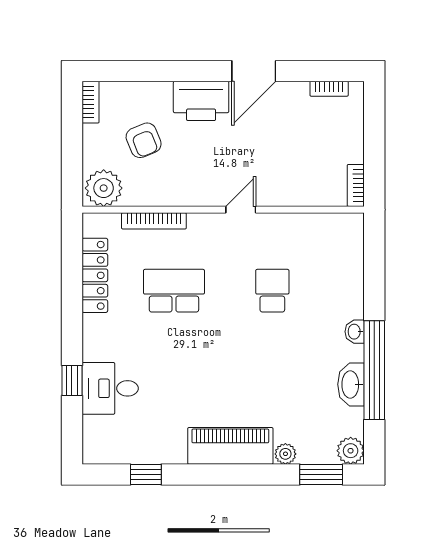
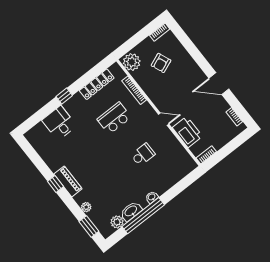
printer: (201, 101) -> (187, 132), moved, turned 180
school desk: (174, 291) -> (114, 118), turned -90
window: (72, 381) -> (64, 96), moved
piano: (230, 446) -> (68, 181), width x0.73, depth x0.75
plant: (351, 451) -> (117, 222), moved
window: (146, 475) -> (55, 184), moved

